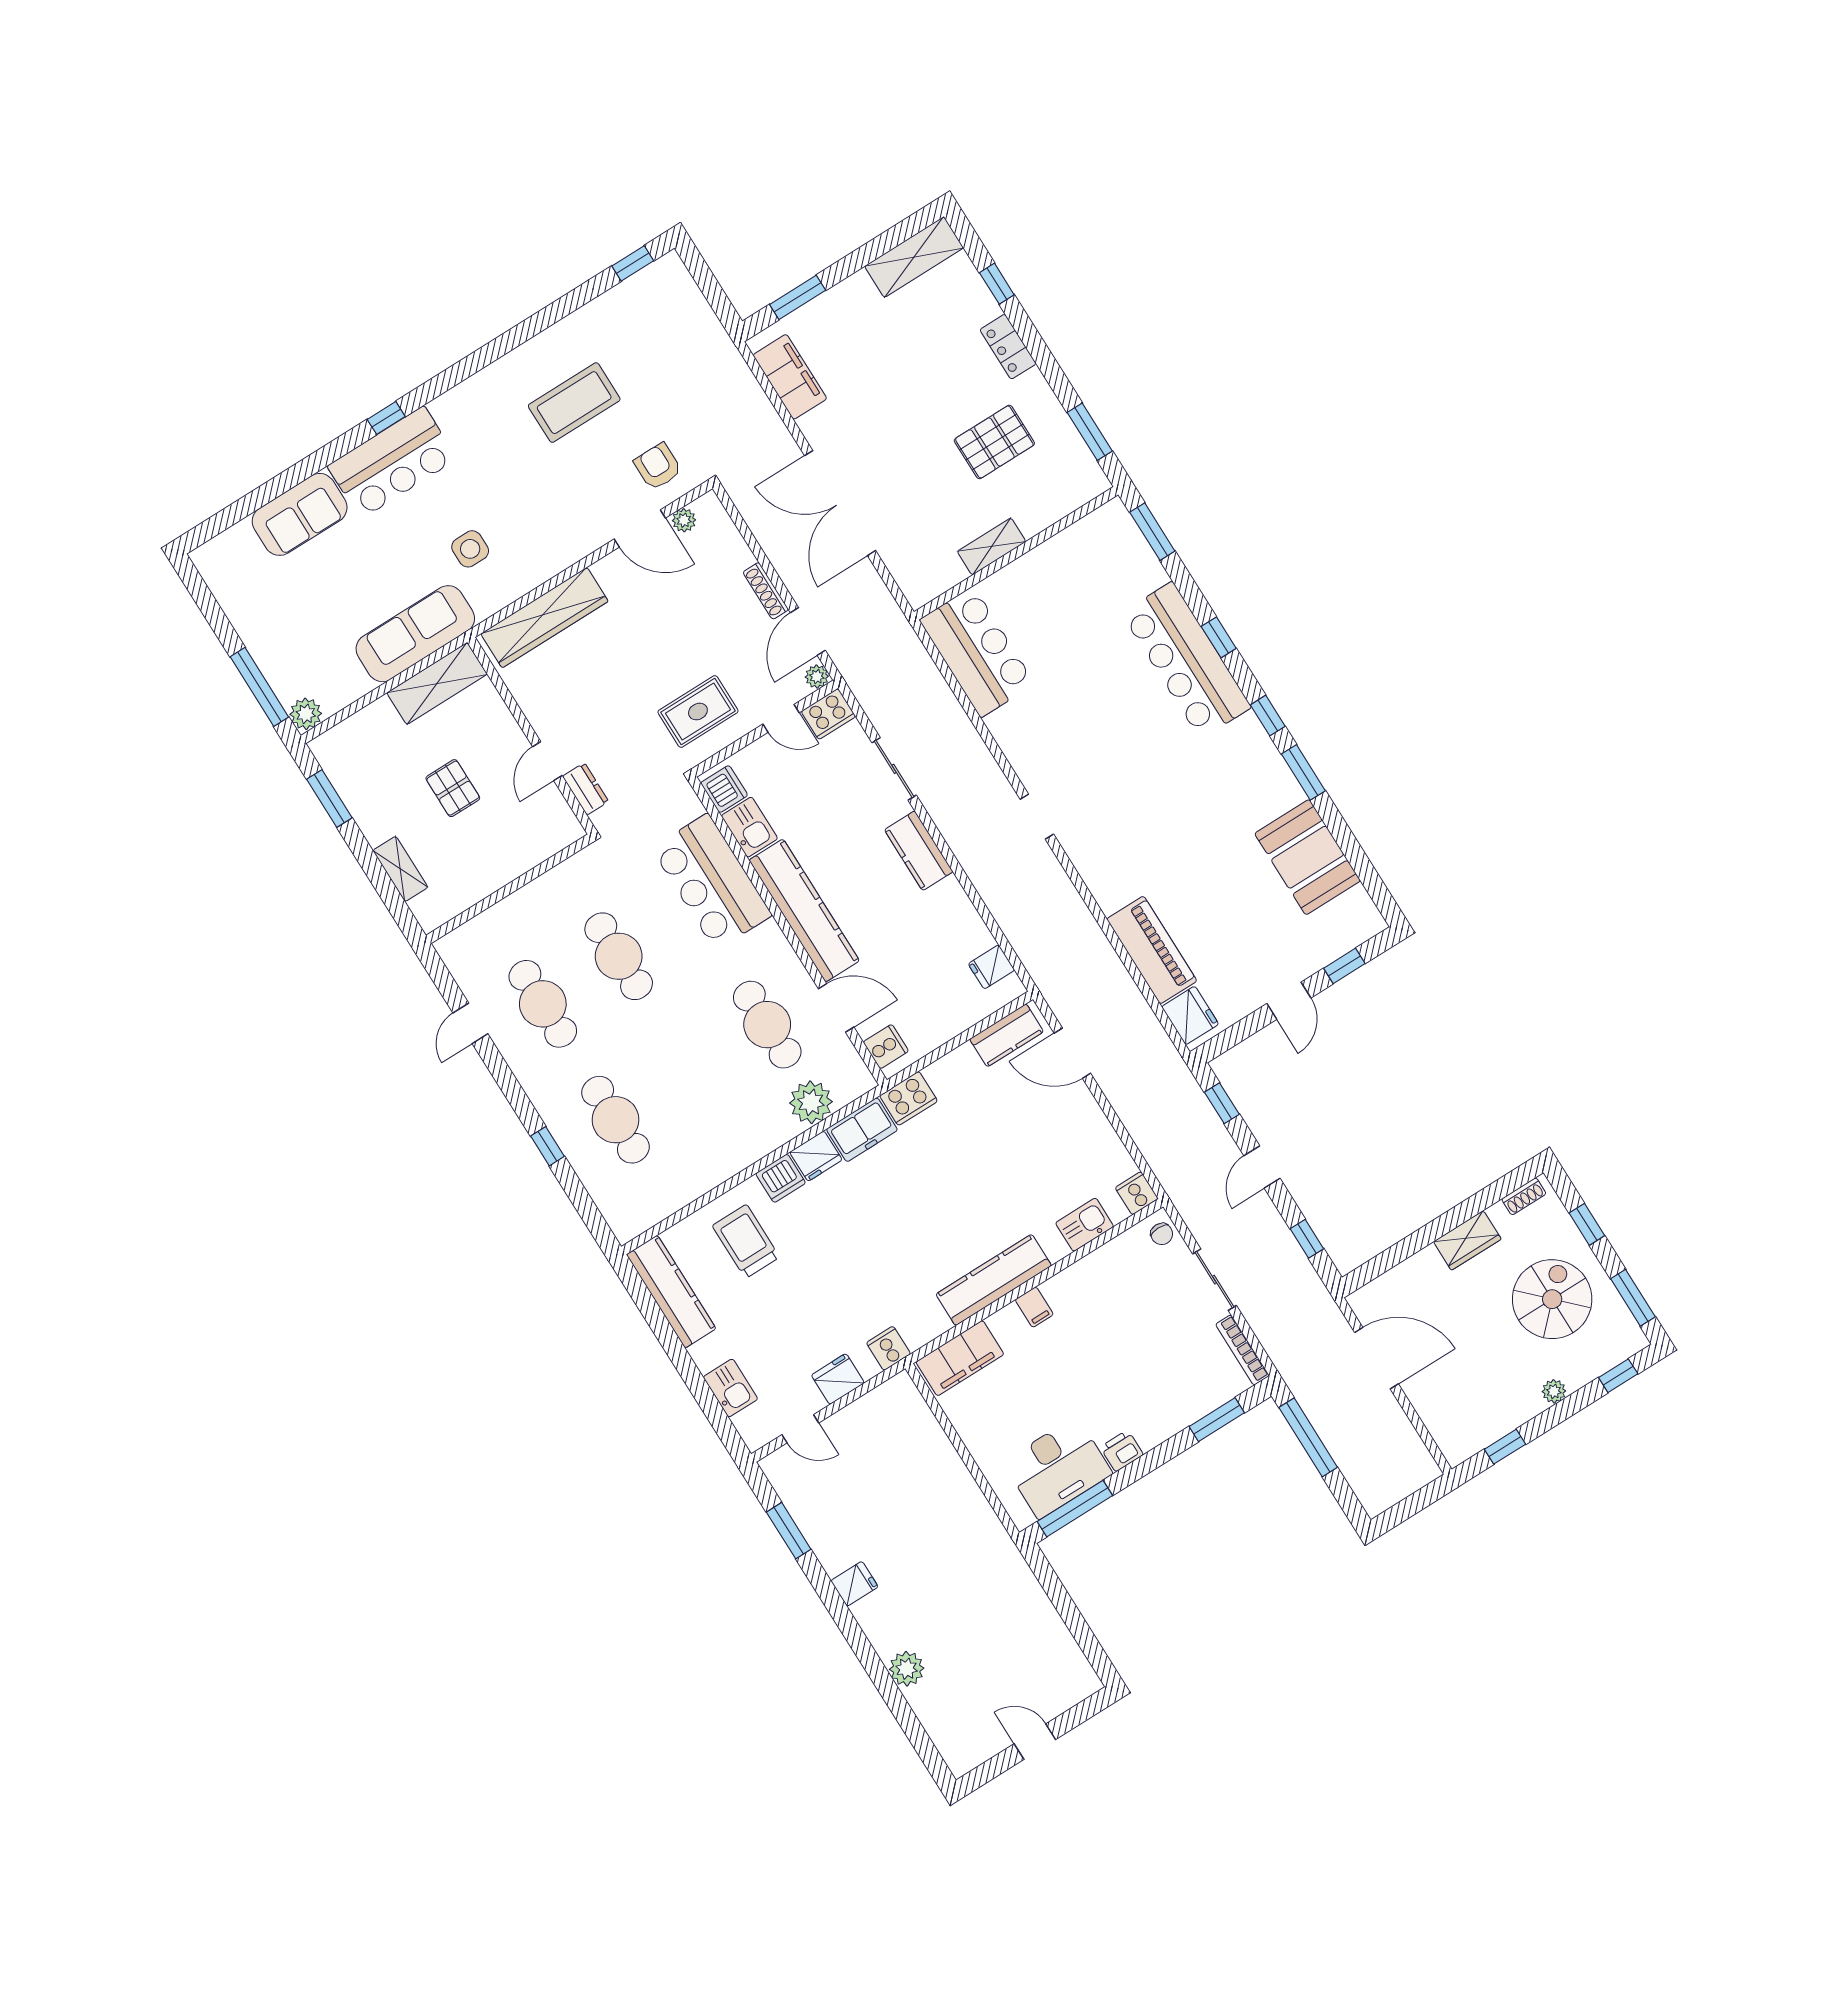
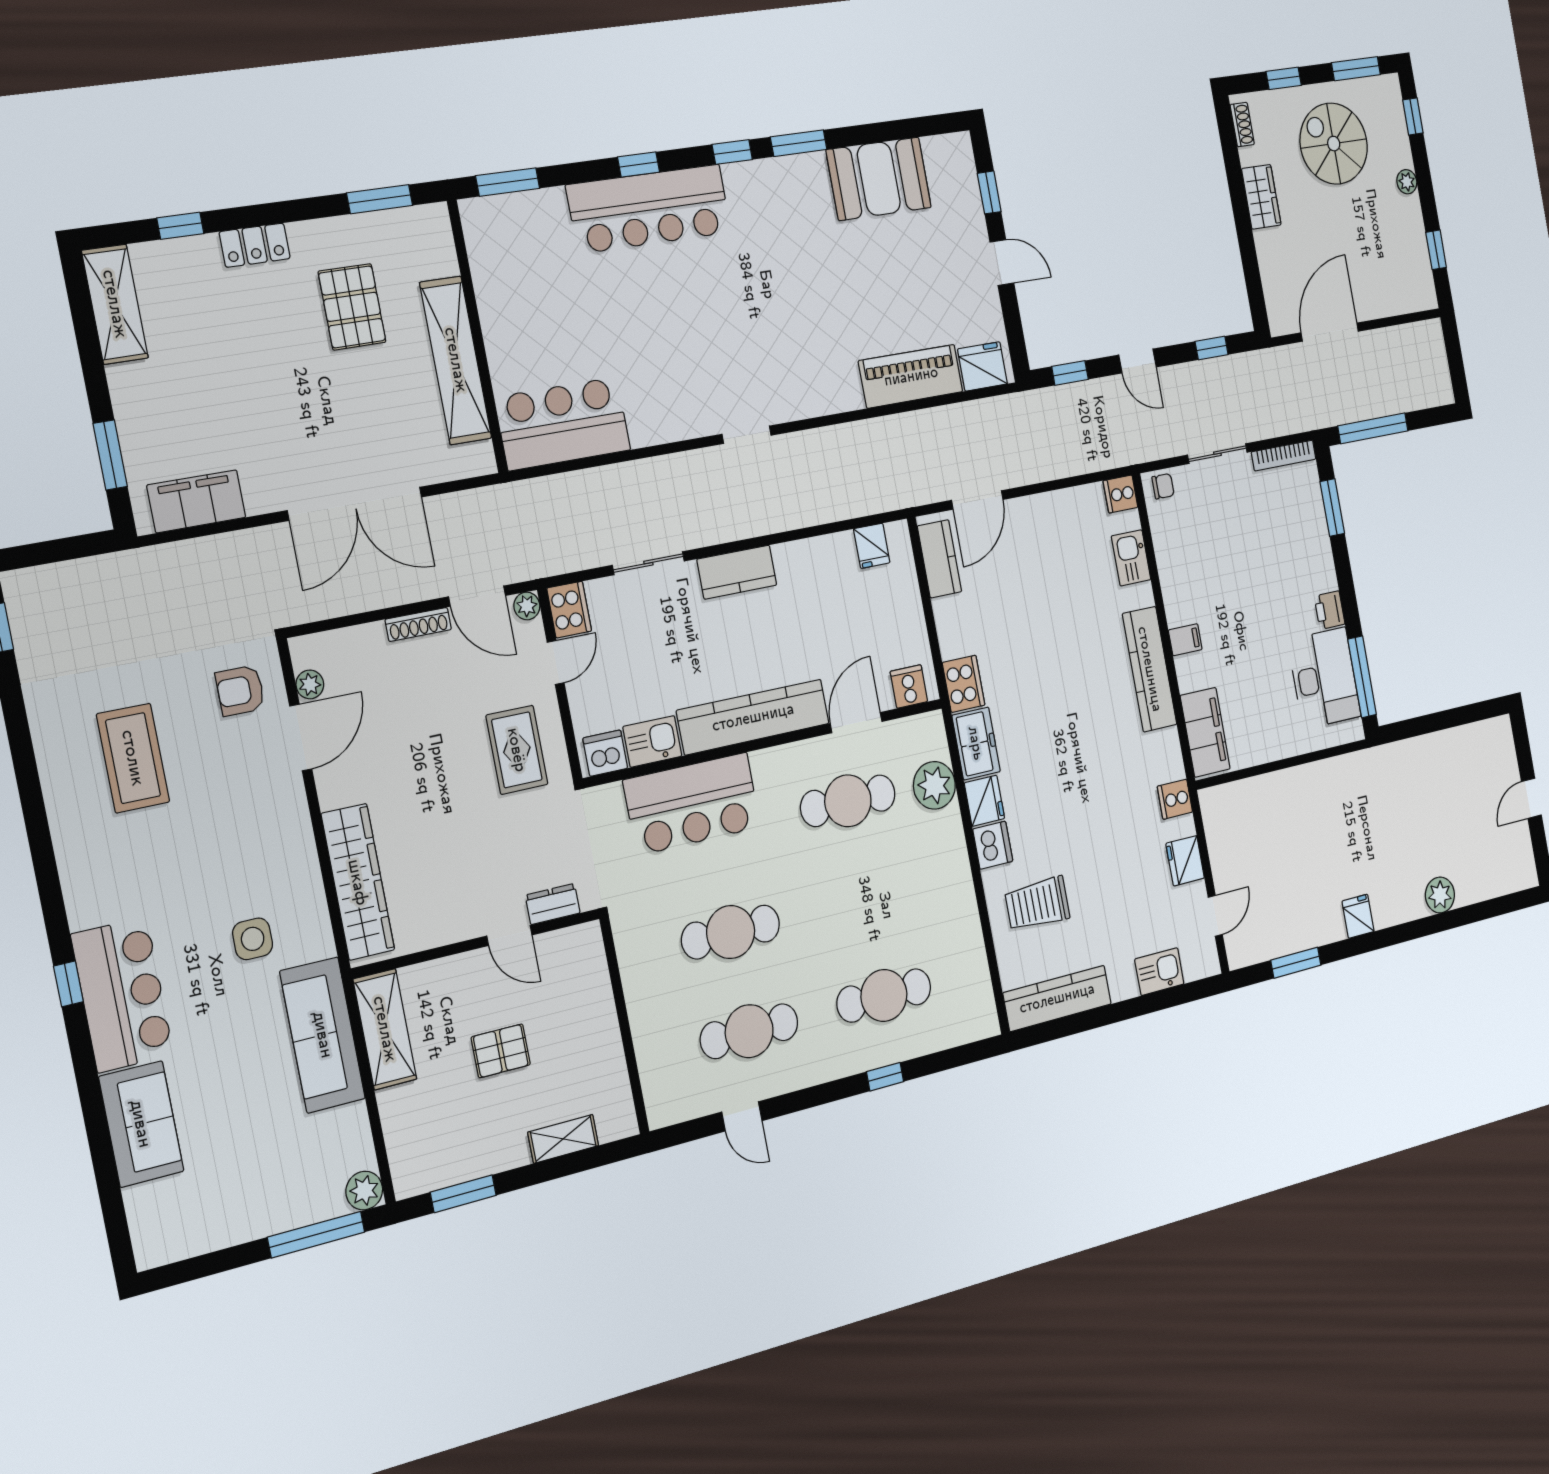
shelving: (992, 546) -> (456, 360), width x2.20, depth x1.33

